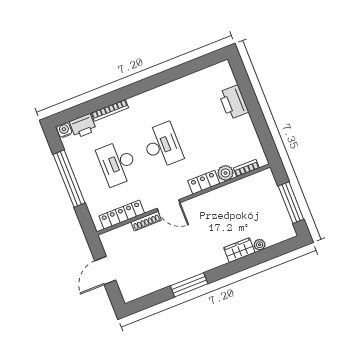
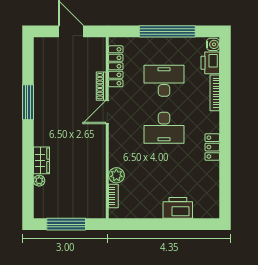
locker: (204, 182) -> (212, 147), moved, turned 180

